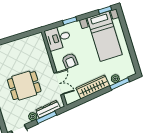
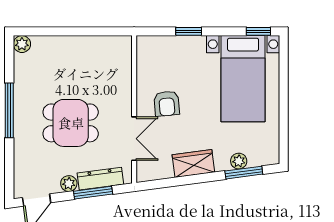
desk: (58, 38) -> (158, 56), removed
wardrobe: (93, 87) -> (193, 163), width x0.67

